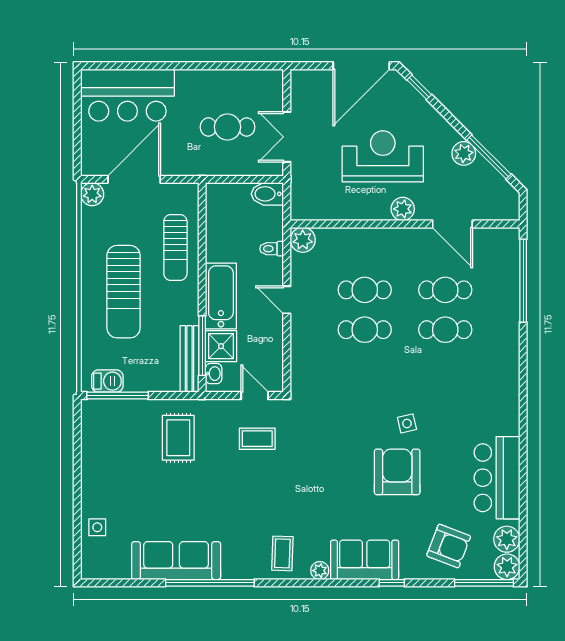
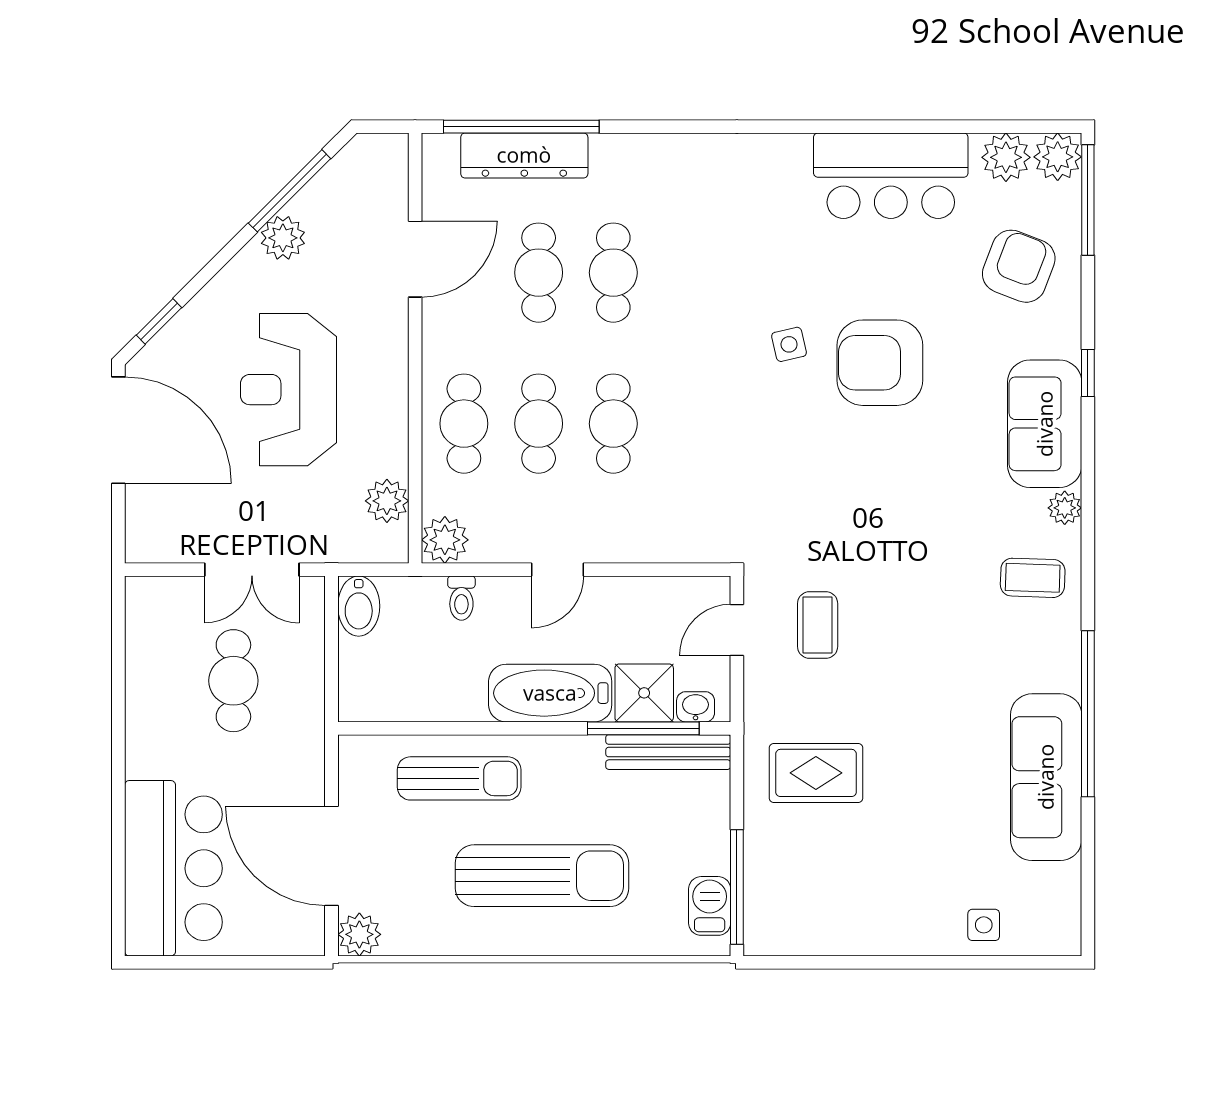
plant: (403, 209) -> (387, 501), moved
cafe table: (365, 250) -> (464, 424), added
dresser: (508, 282) -> (524, 155), added

